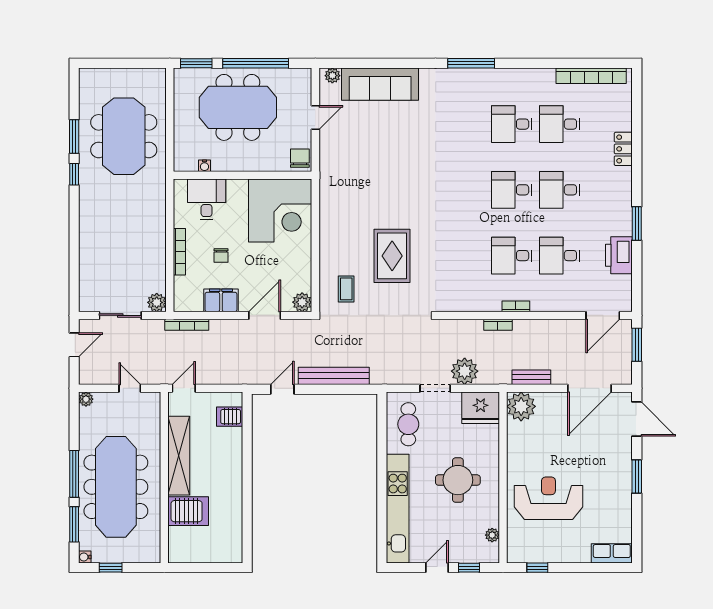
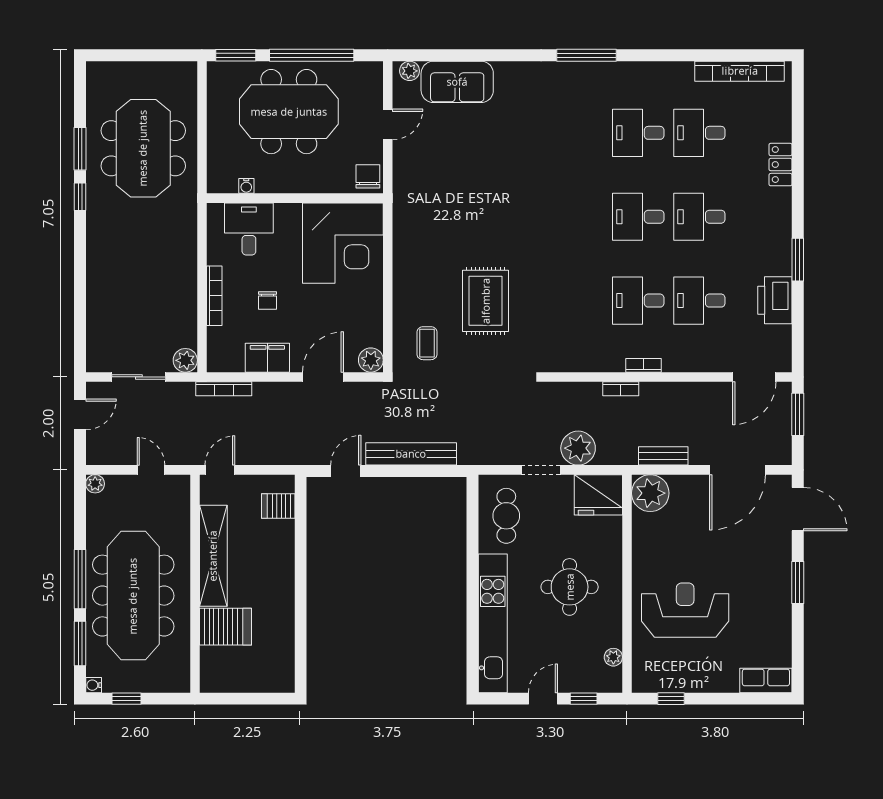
sofa: (380, 84) -> (457, 82), width x0.73

